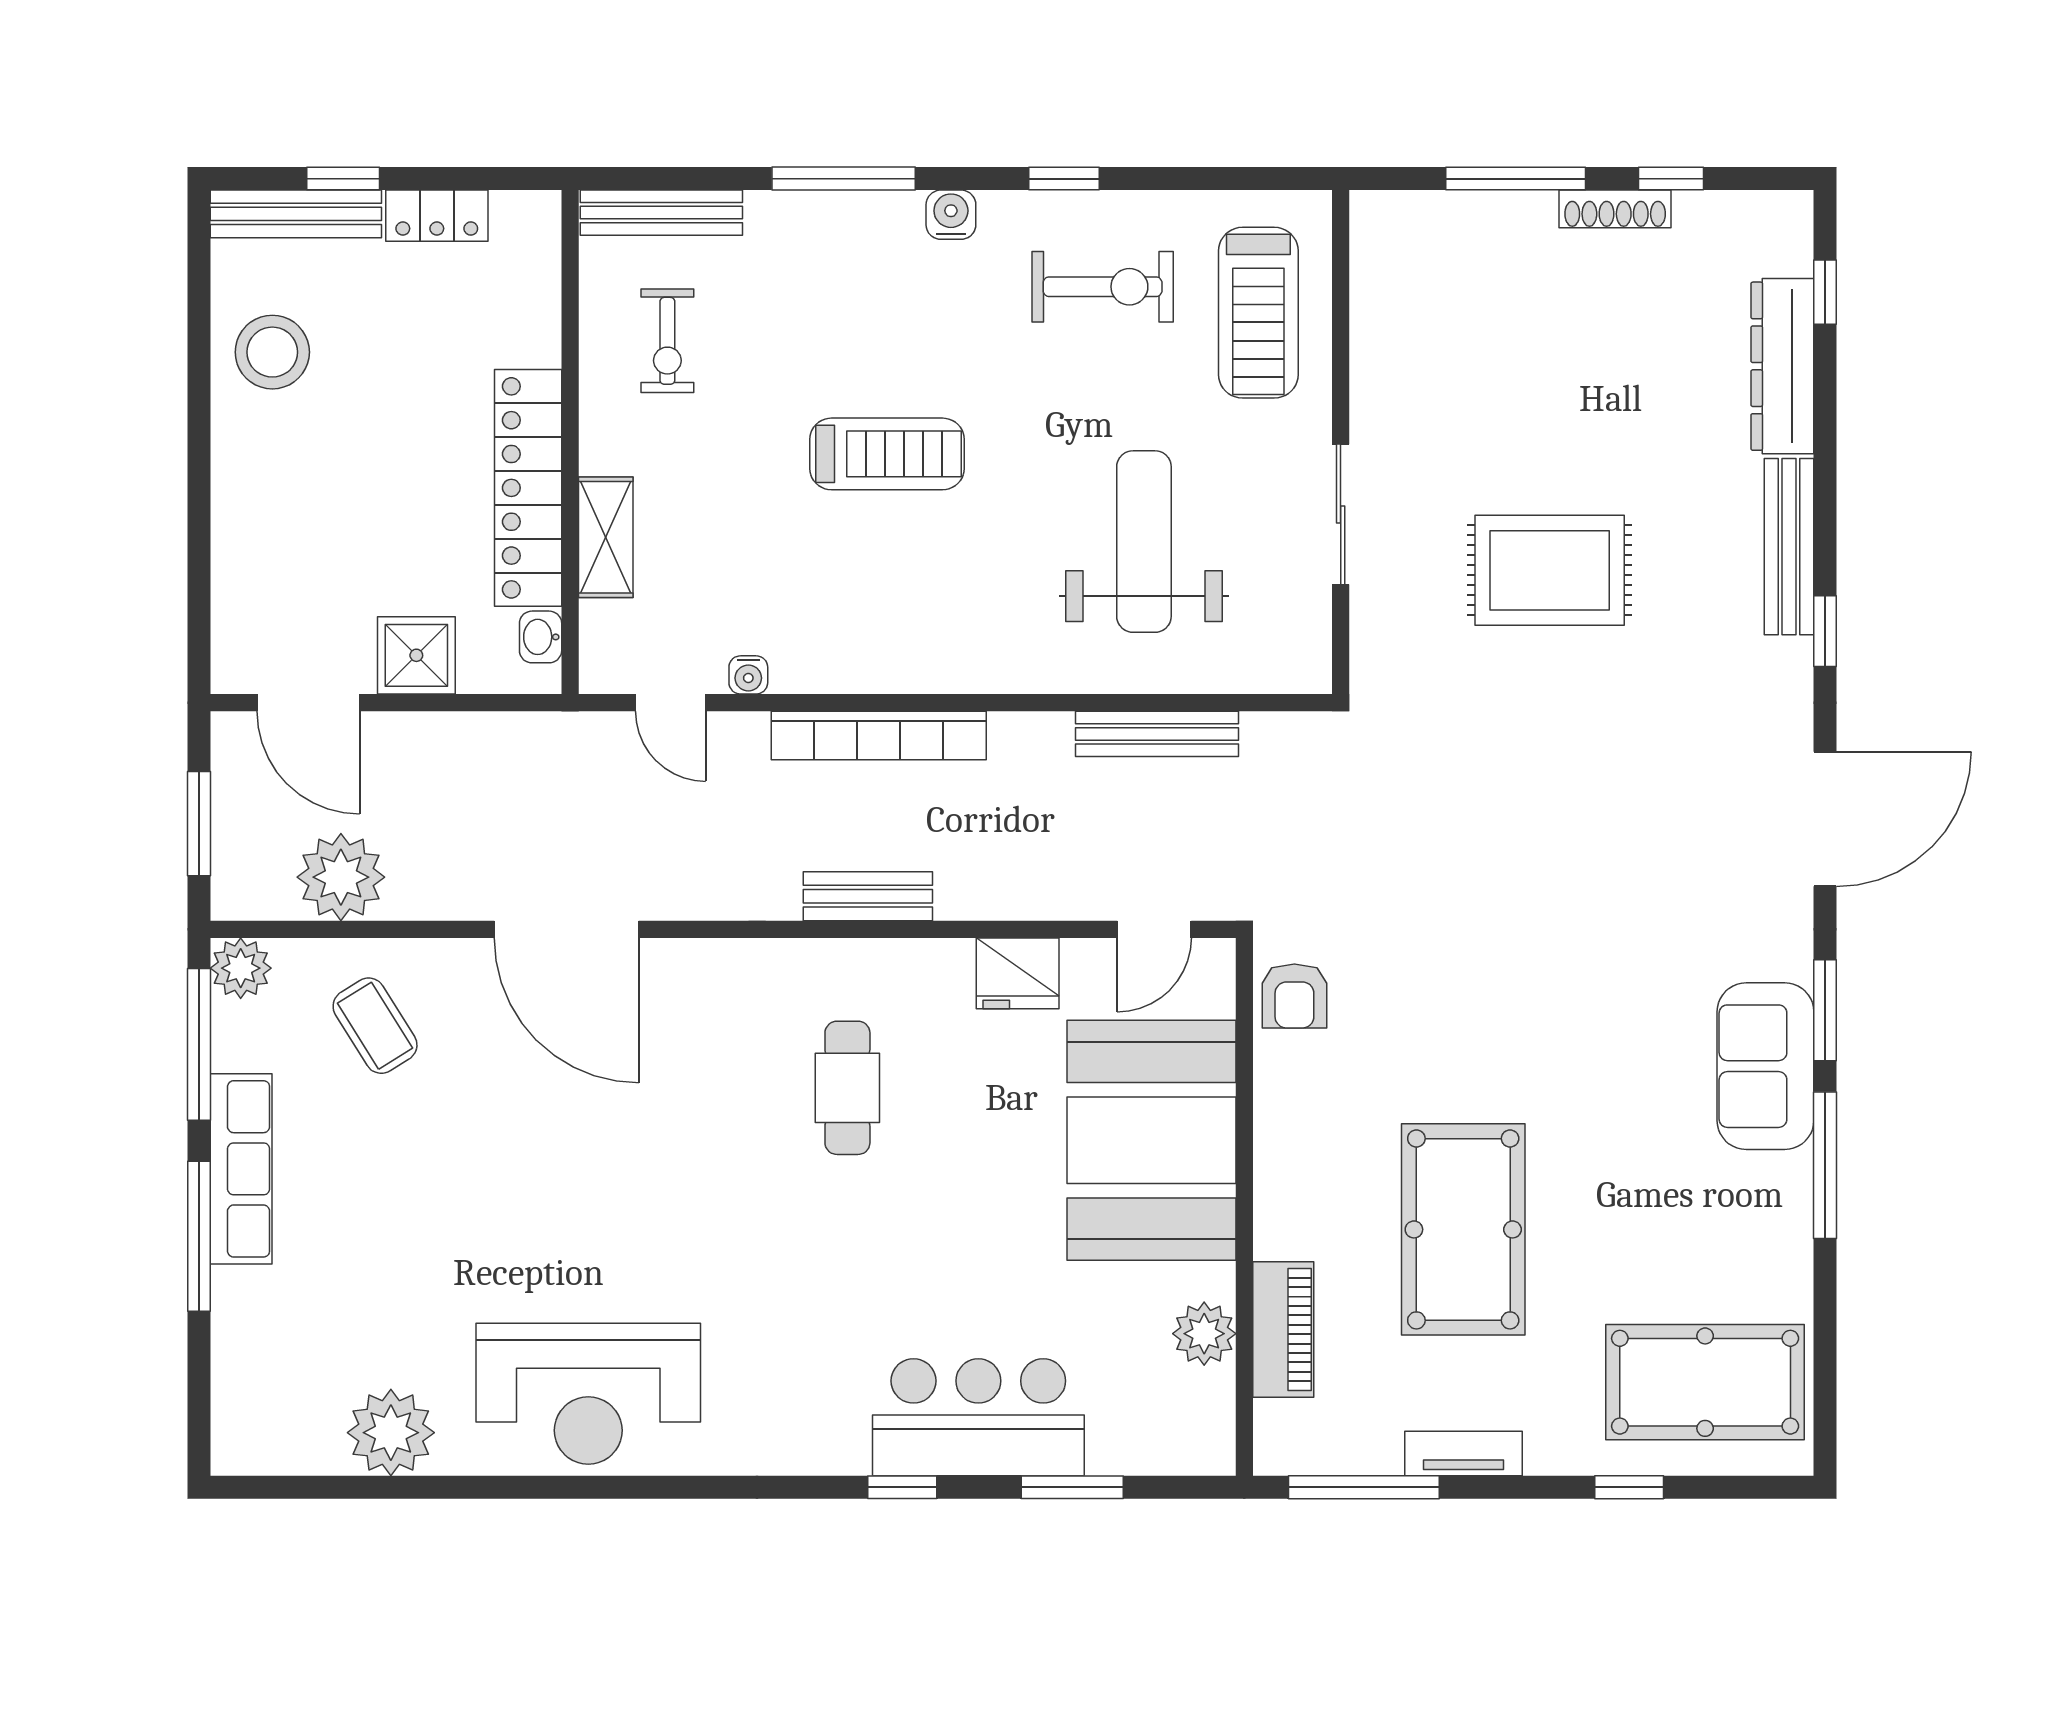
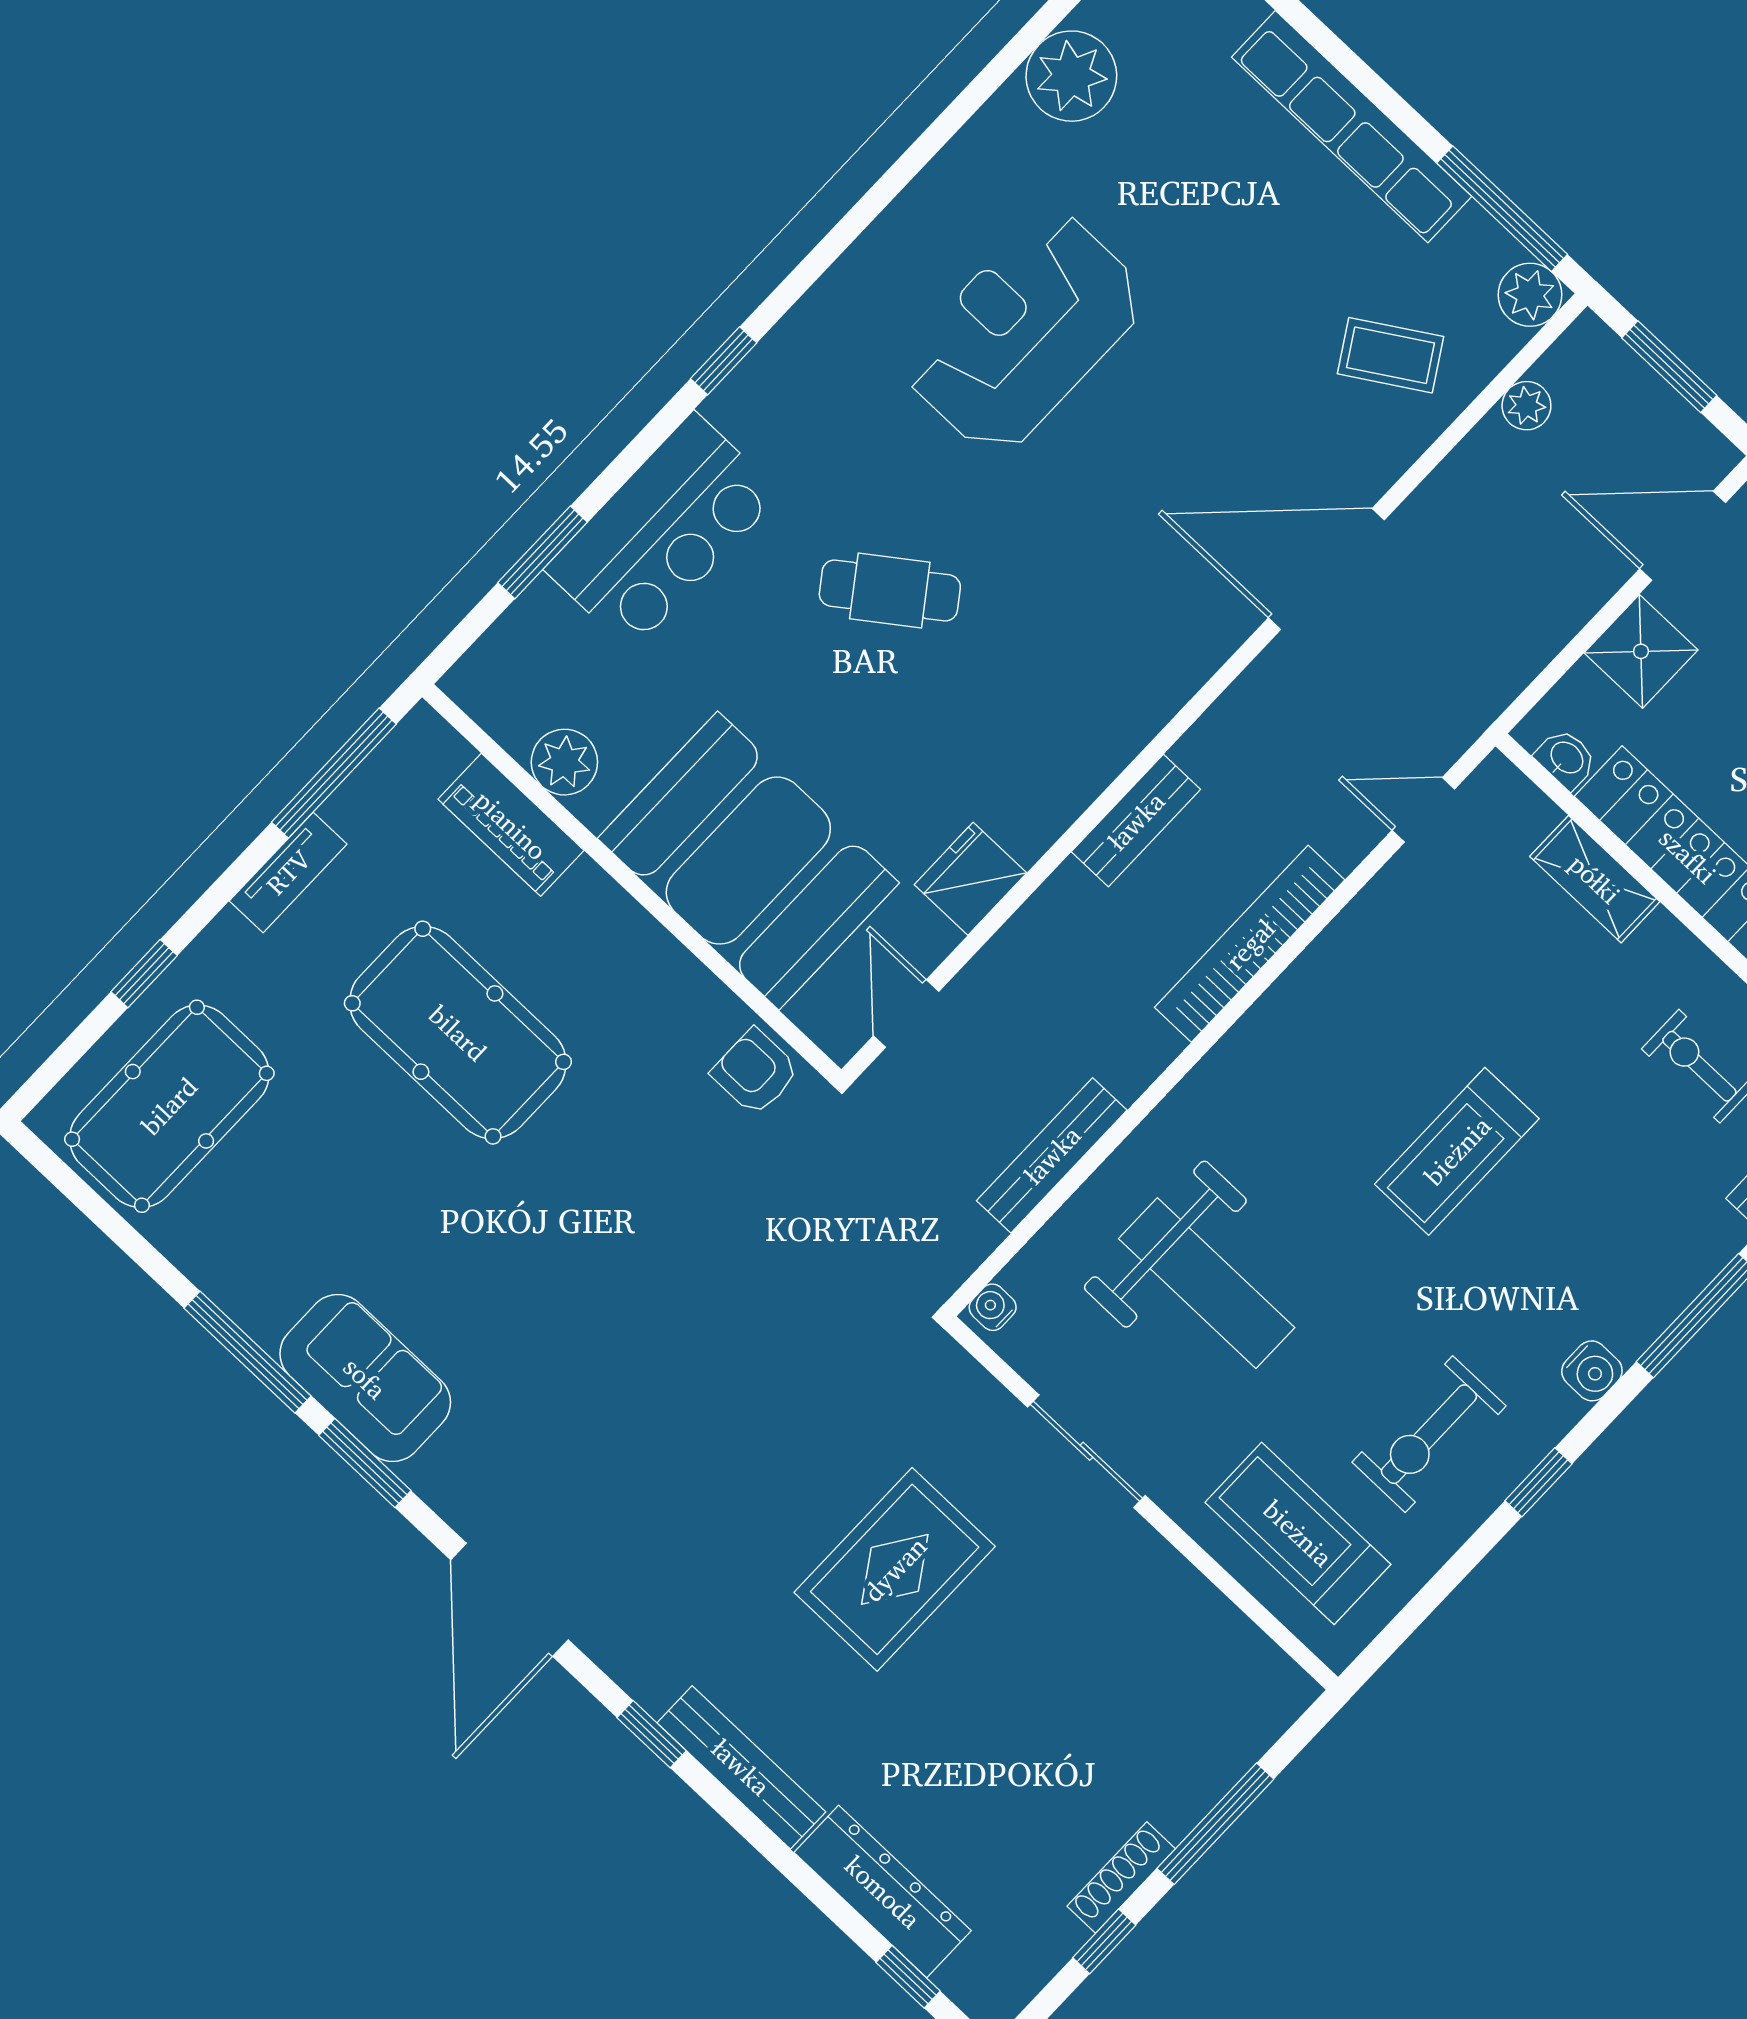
water cooler: (748, 675) -> (993, 1307), moved
plant: (341, 877) -> (1526, 406), width x0.53, depth x0.53
cafe table: (847, 1088) -> (890, 590), moved, turned -36
row of seats: (241, 1169) -> (1352, 127), width x1.36
window: (199, 1236) -> (1357, 71), removed
reception desk: (588, 1394) -> (1024, 332), moved
window: (902, 1487) -> (724, 361), moved

